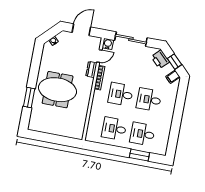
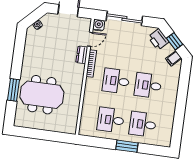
meeting table: (58, 90) -> (42, 95), moved
window: (139, 155) -> (127, 146), moved

